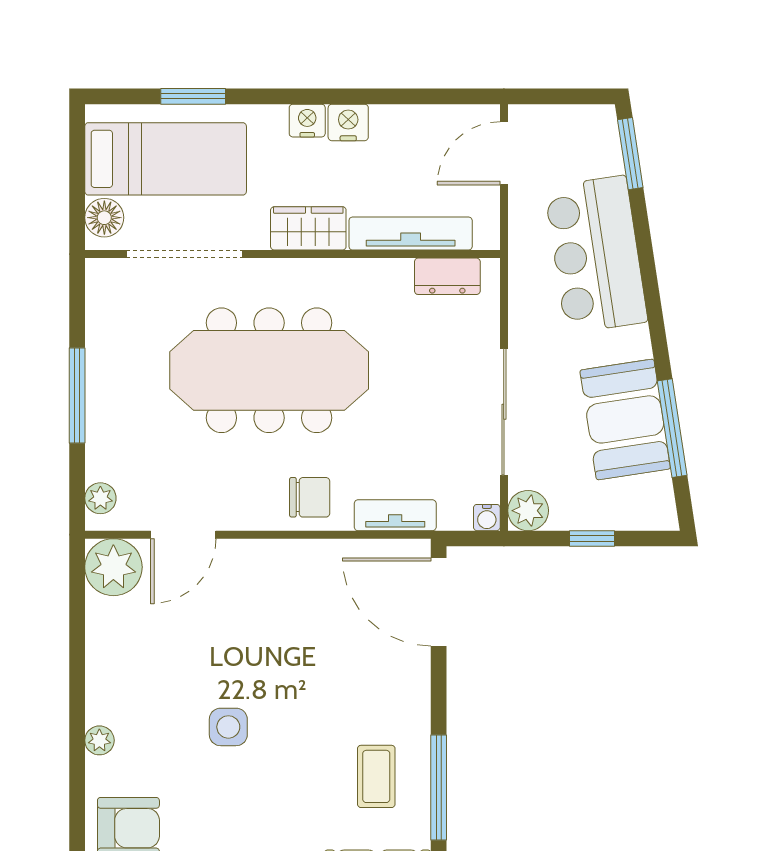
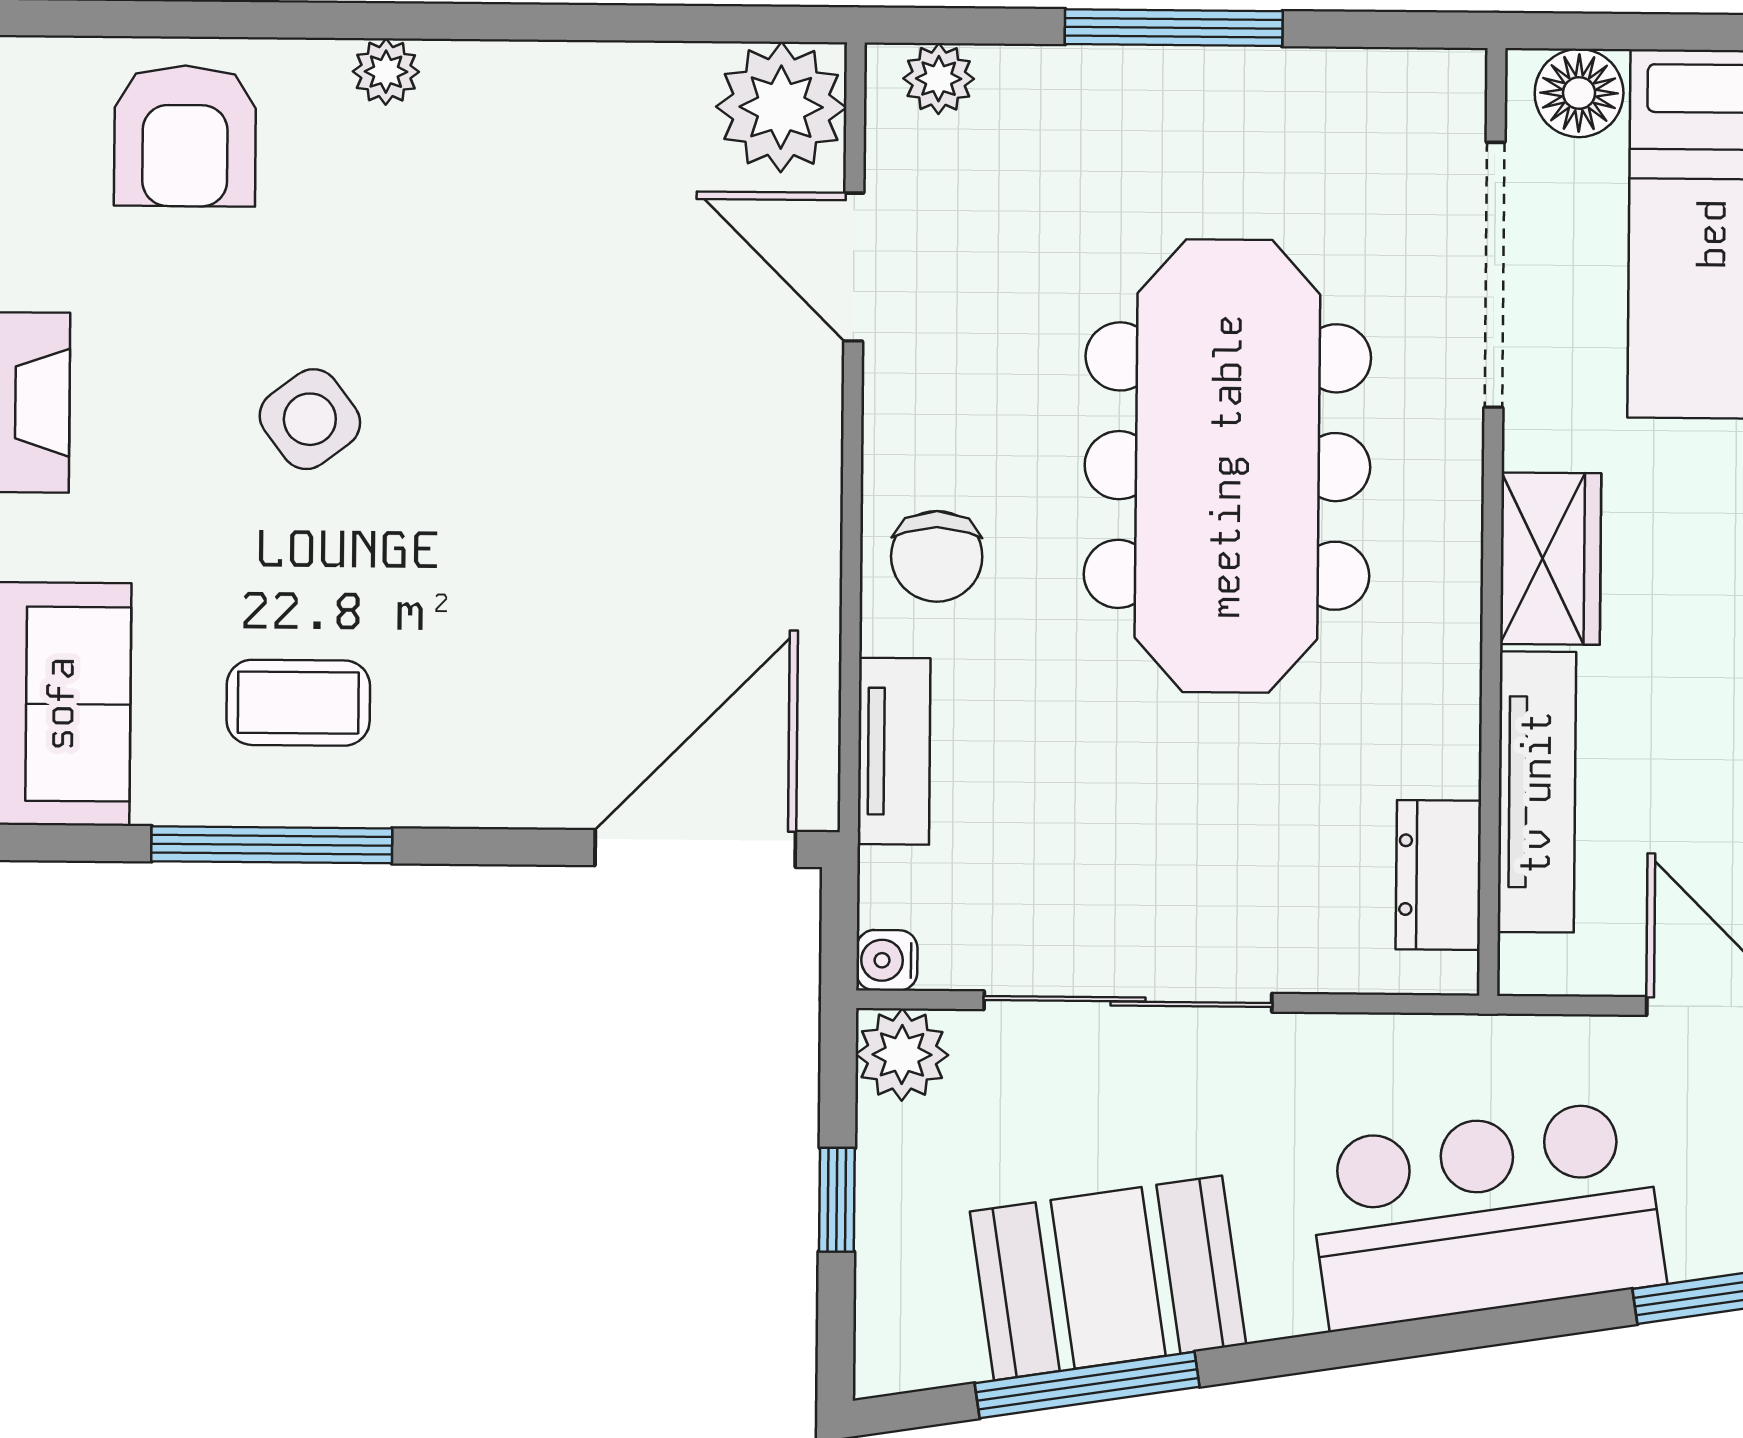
side table: (228, 727) -> (310, 419), moved, turned -37

